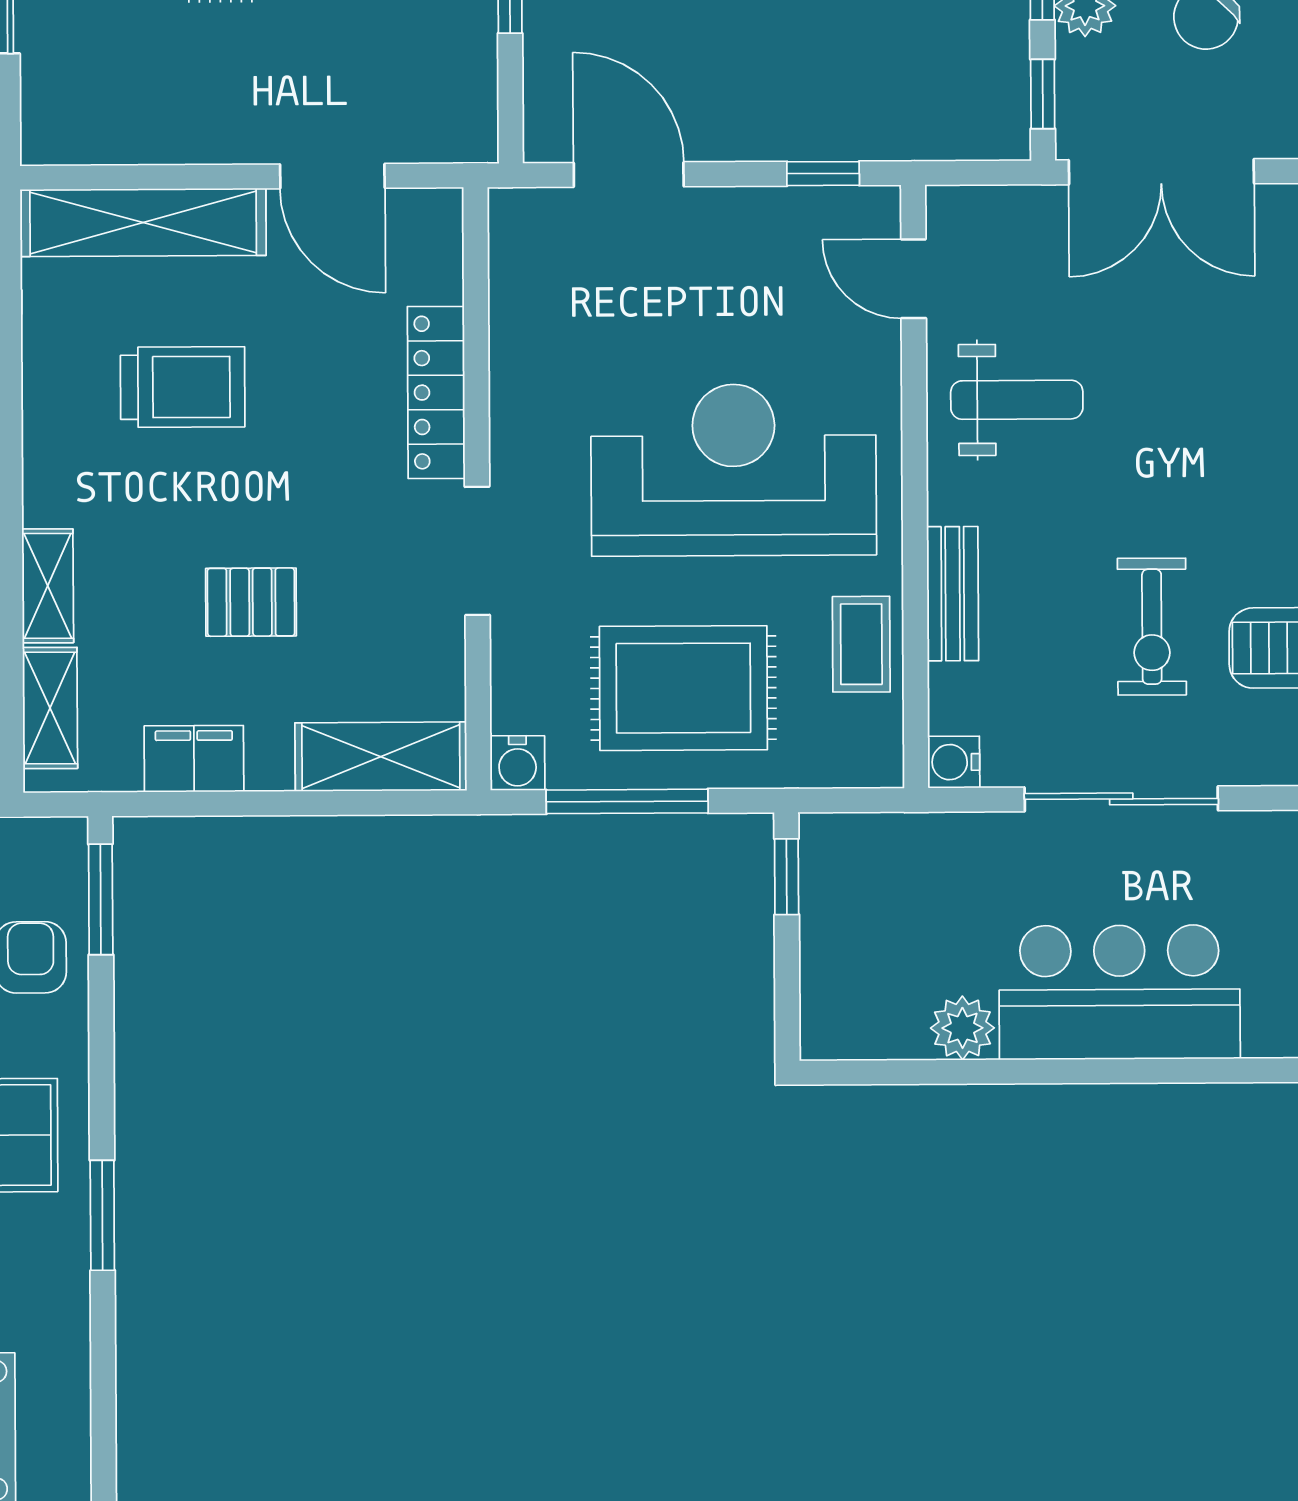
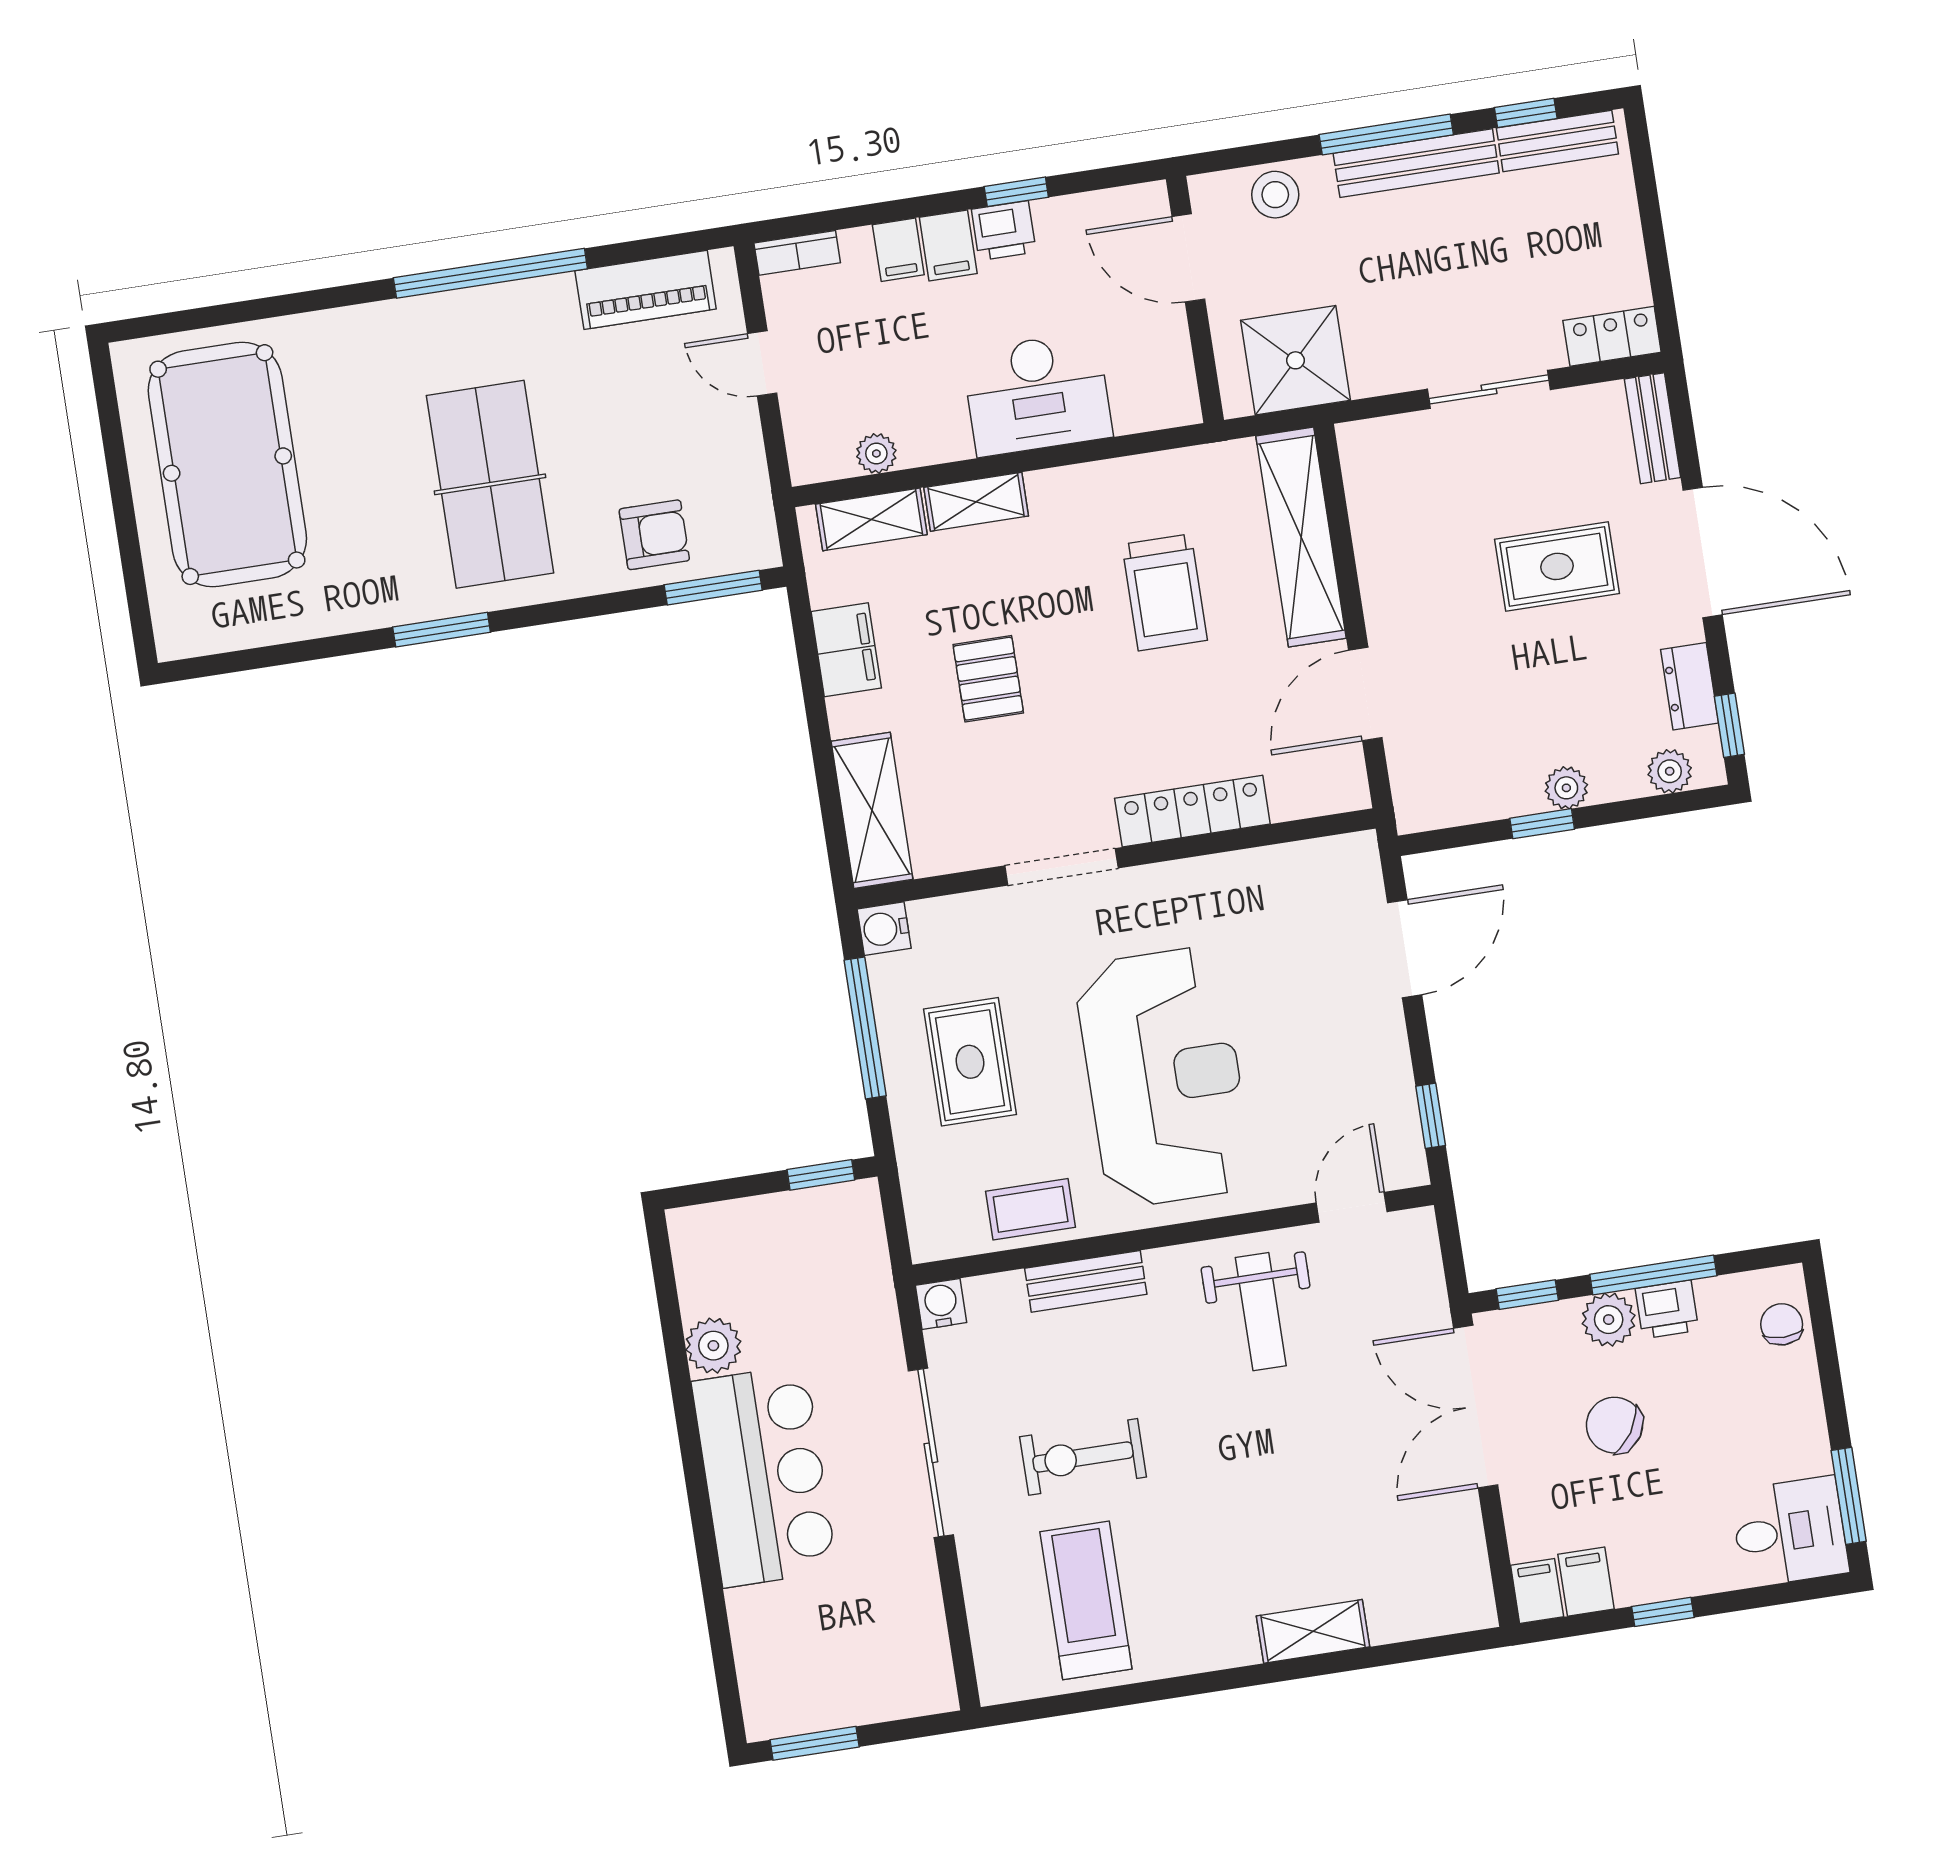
rug: (683, 688) -> (970, 1062), width x0.73, depth x0.70

